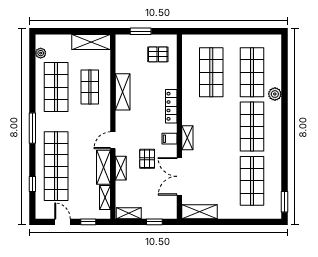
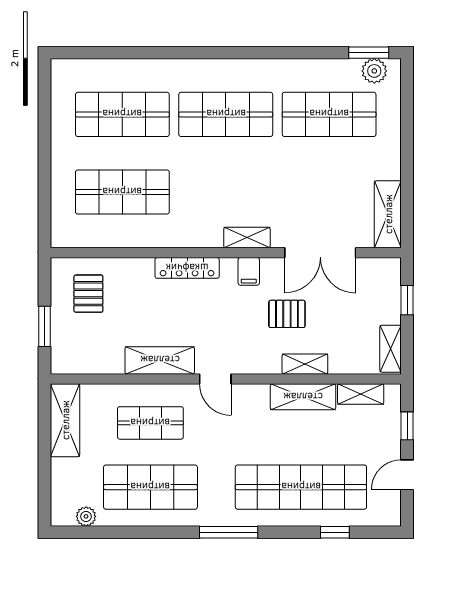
plant: (275, 94) -> (374, 71), moved
door: (113, 140) -> (215, 379), moved

